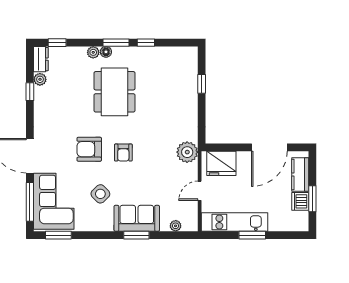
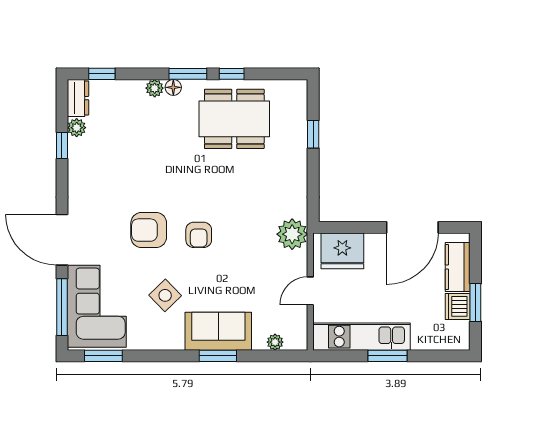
dining table: (114, 92) -> (234, 119), moved, turned 90

